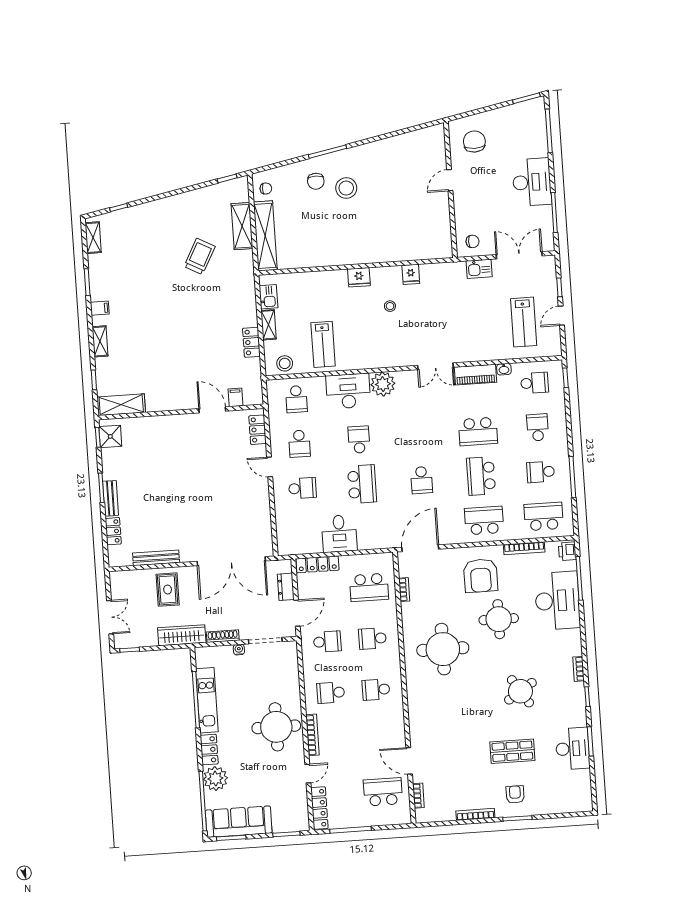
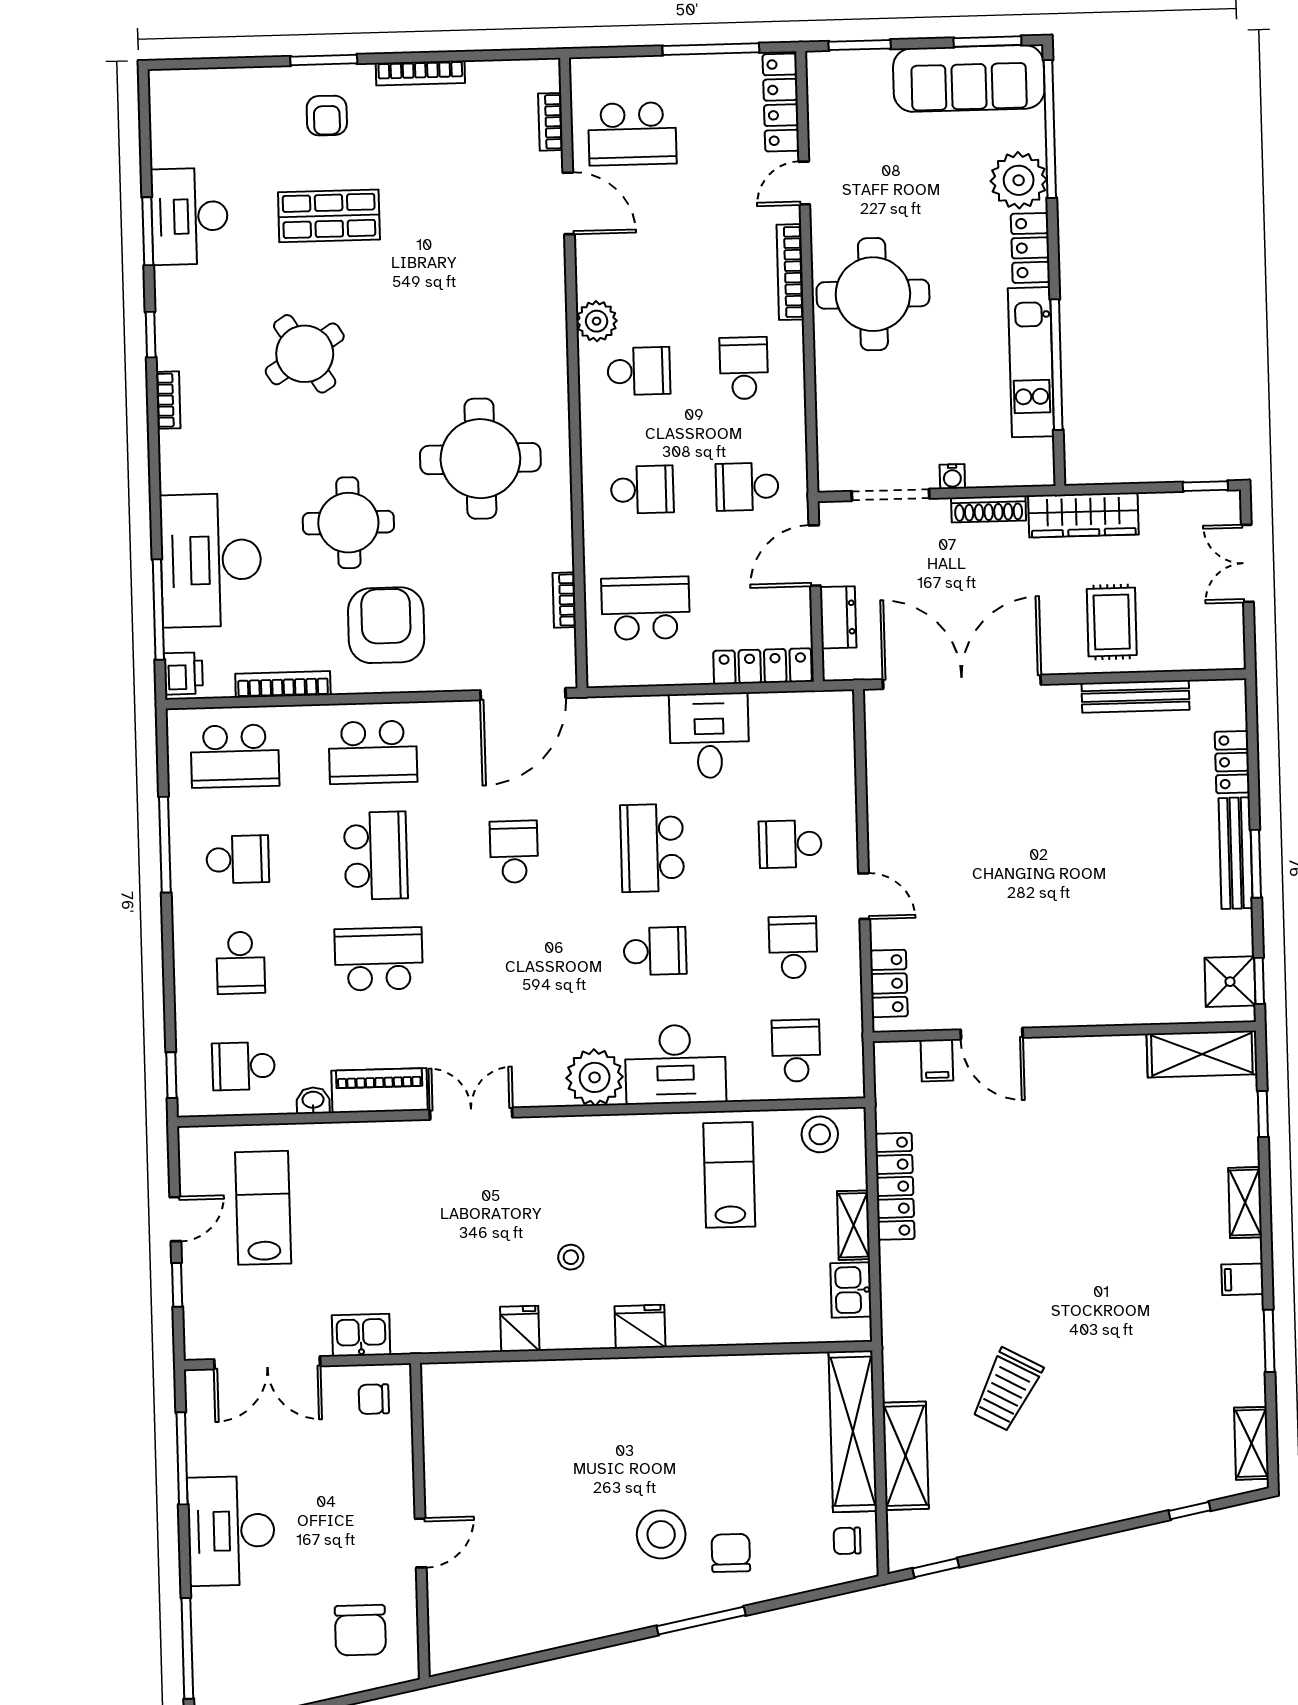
locker: (251, 342) -> (895, 1186), width x1.53
school desk: (359, 440) -> (655, 951), turned -90
bench: (111, 498) -> (1236, 853), width x1.36
school desk: (331, 693) -> (744, 368), turned -90
plant: (395, 710) -> (597, 321), added

